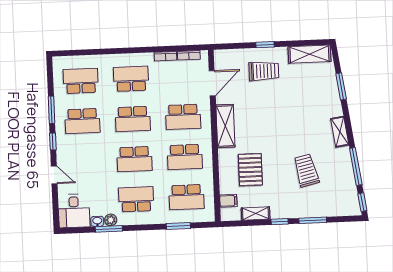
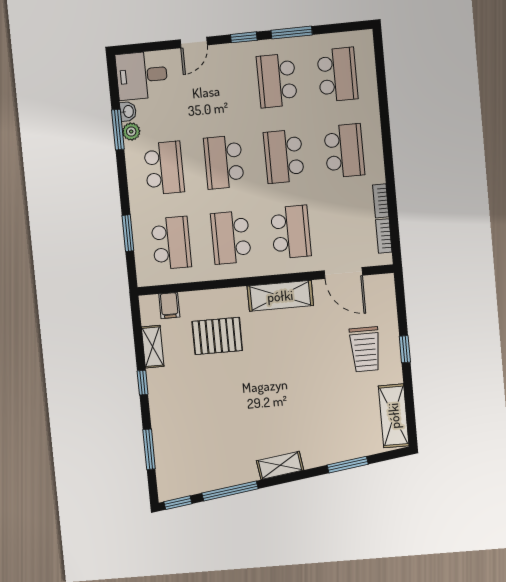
school desk: (183, 117) -> (291, 232), turned 180
trolley: (306, 171) -> (220, 419), removed
school desk: (186, 197) -> (171, 243), turned 180
window: (313, 220) -> (149, 449), moved

